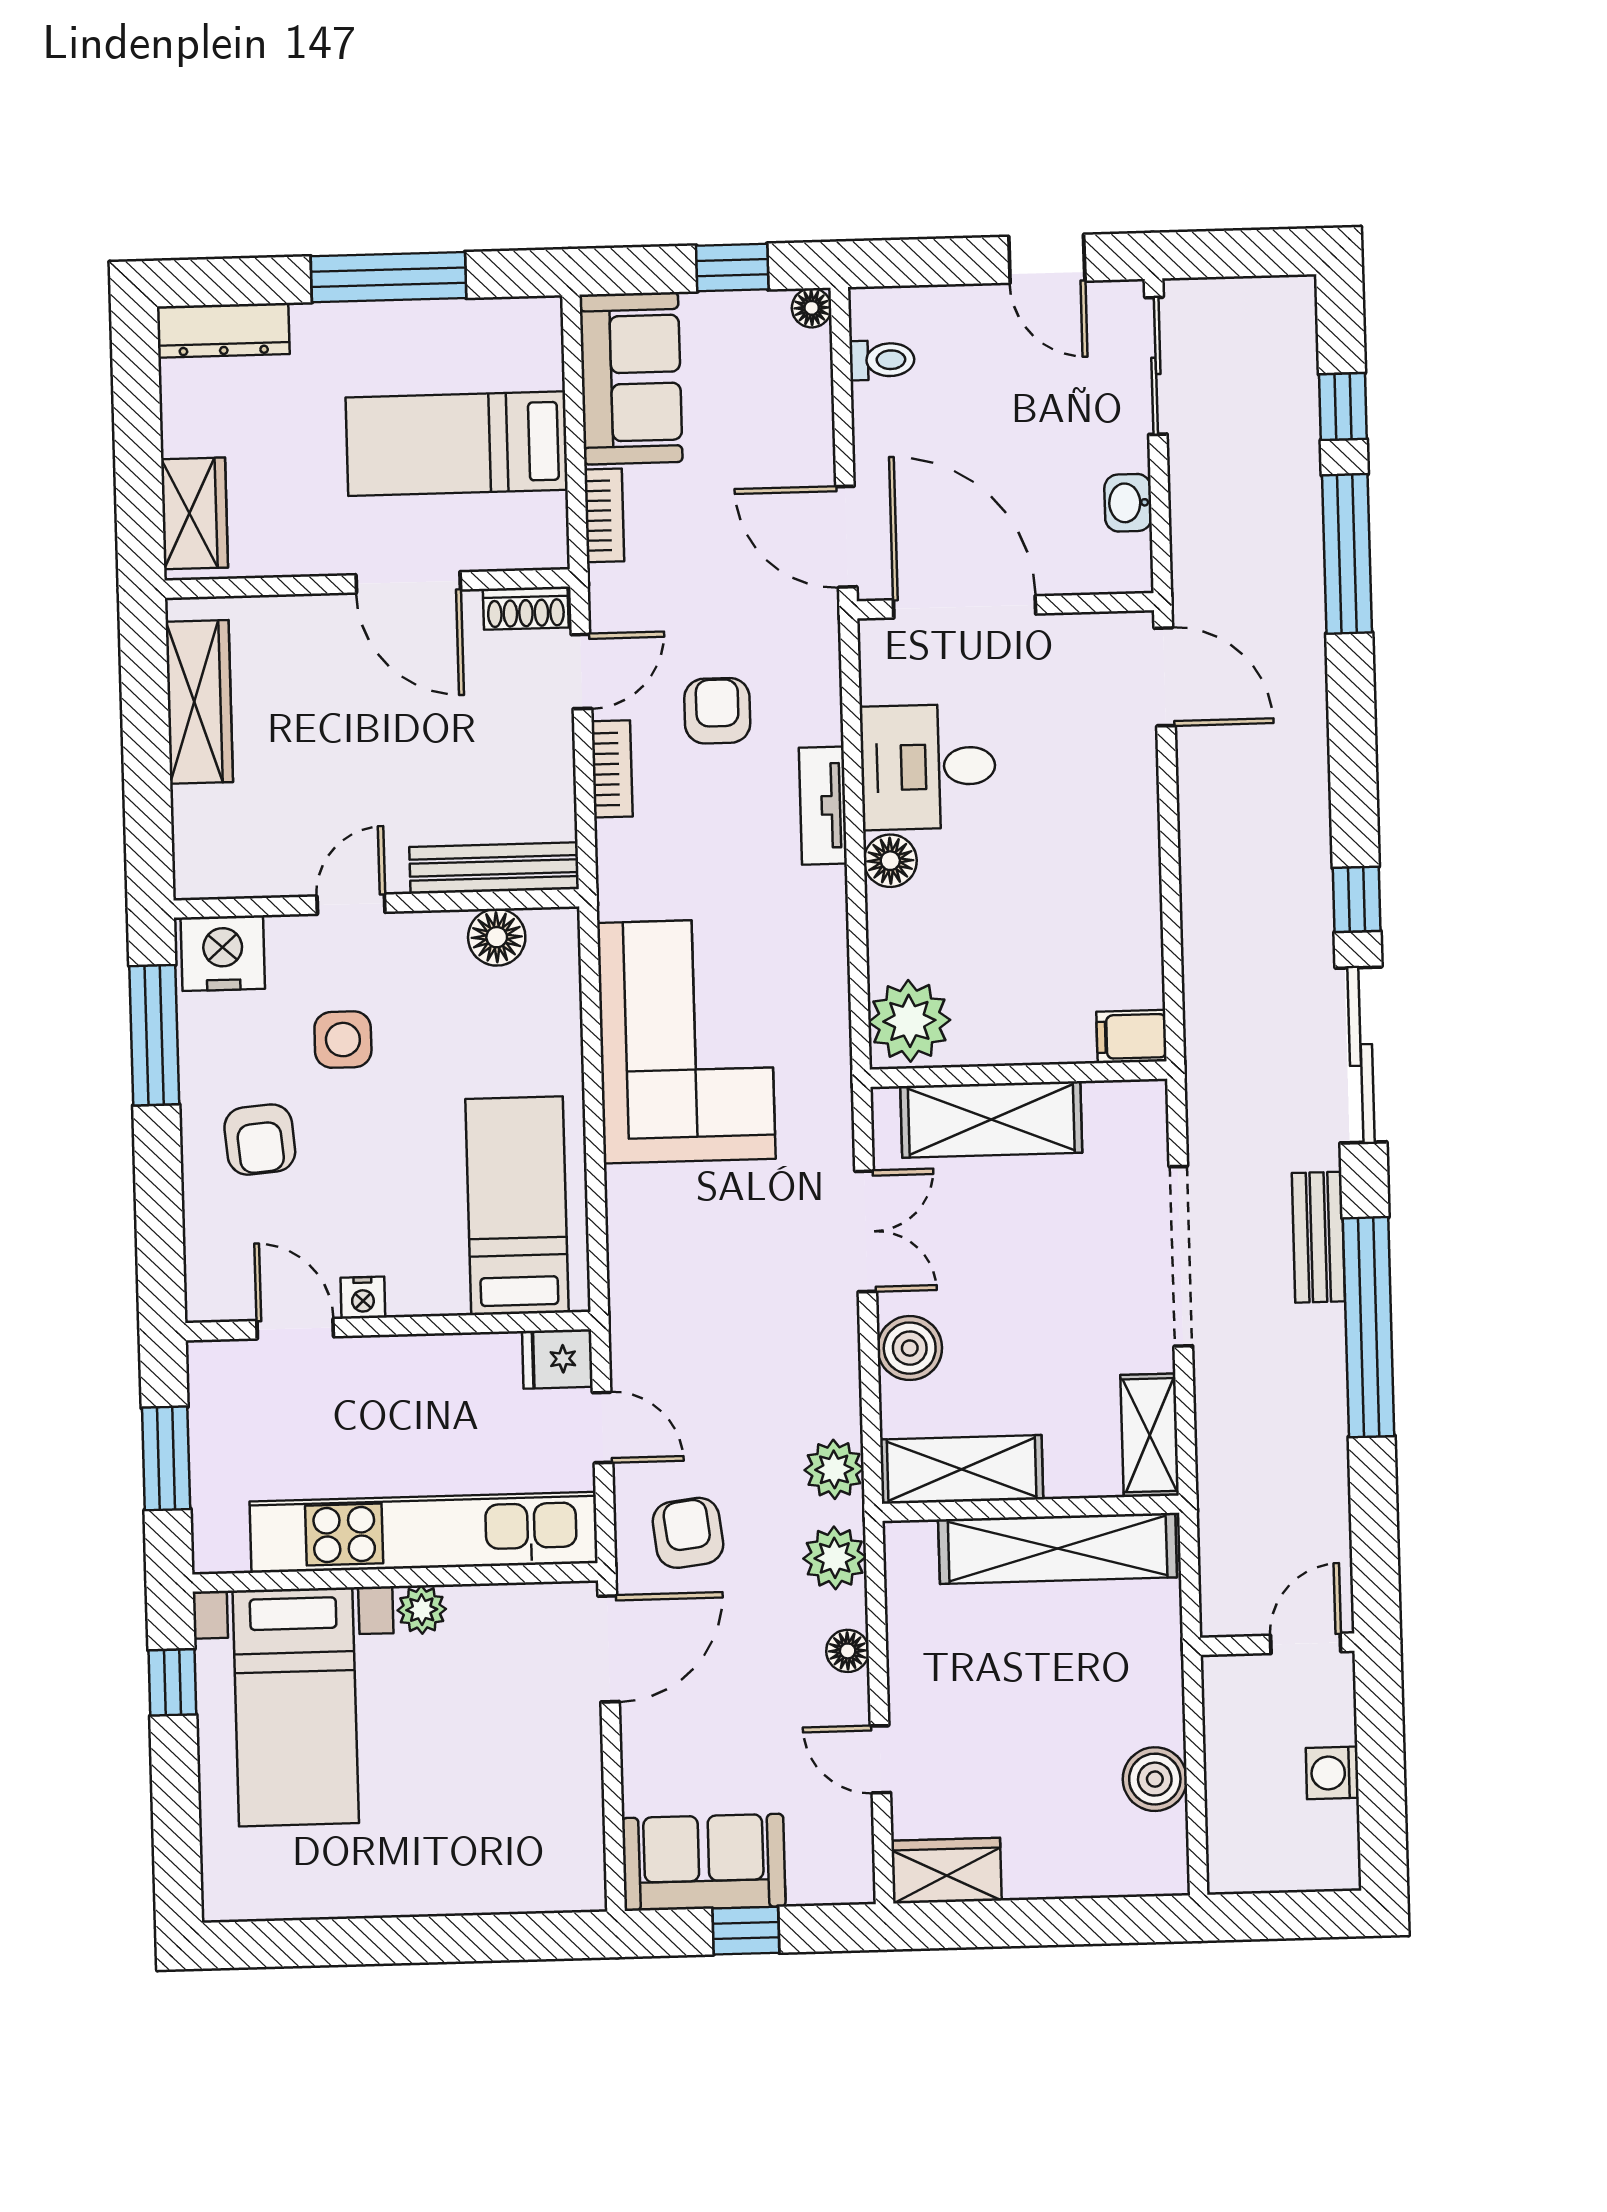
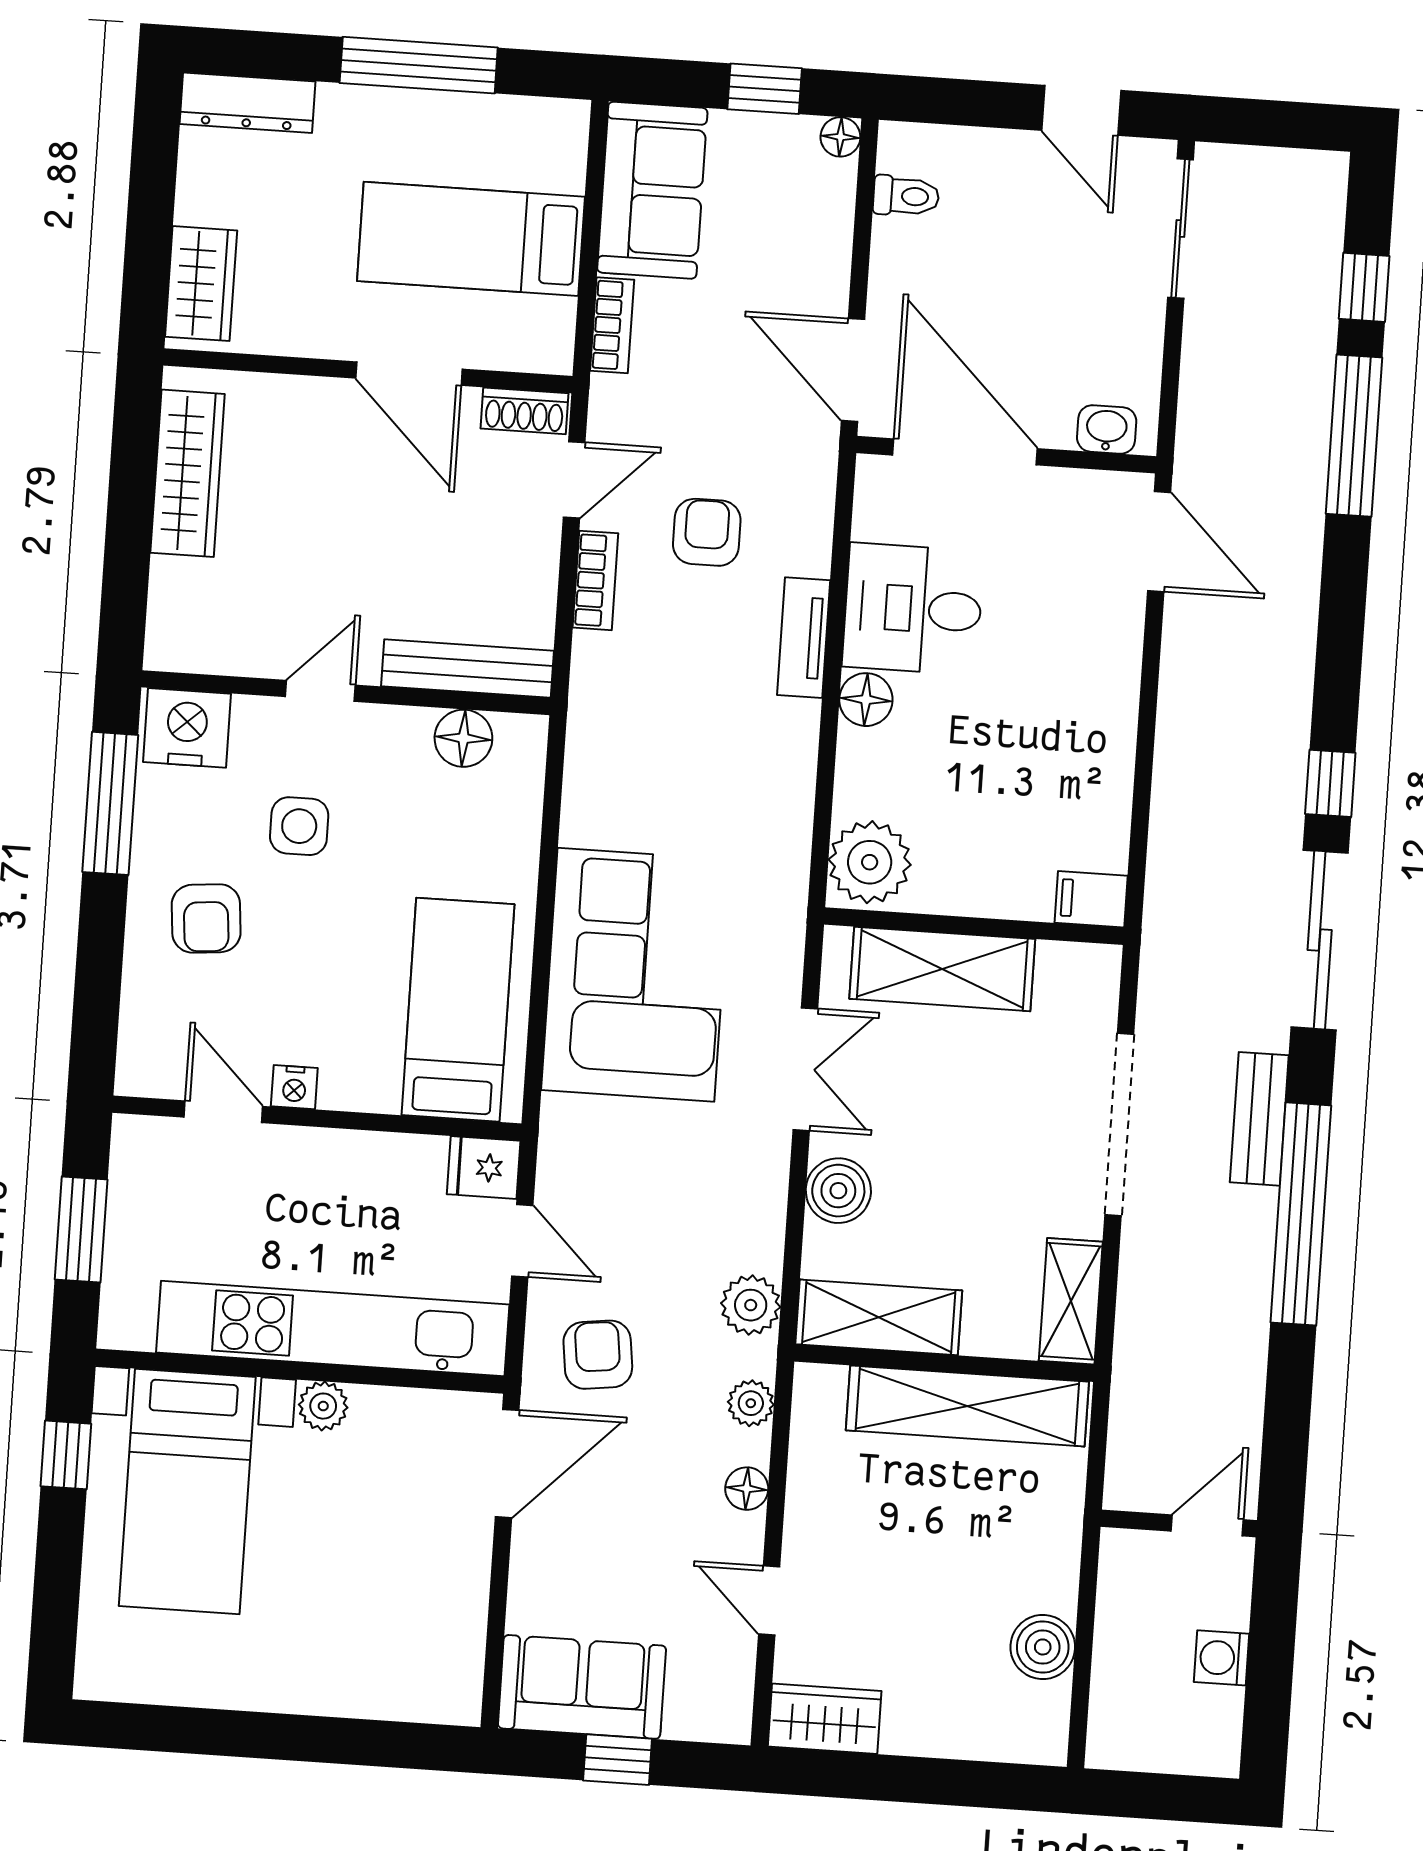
washbasin: (1128, 503) -> (1107, 429), moved, turned 90
corner sofa: (686, 1041) -> (636, 975), moved
plant: (835, 1558) -> (751, 1403), width x0.73, depth x0.73

